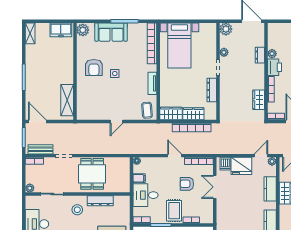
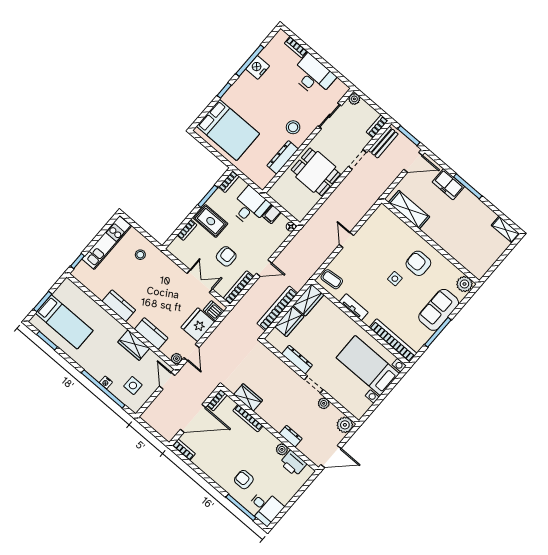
freezer: (61, 30) -> (448, 184), moved, turned -90
printer: (275, 67) -> (293, 463), moved

